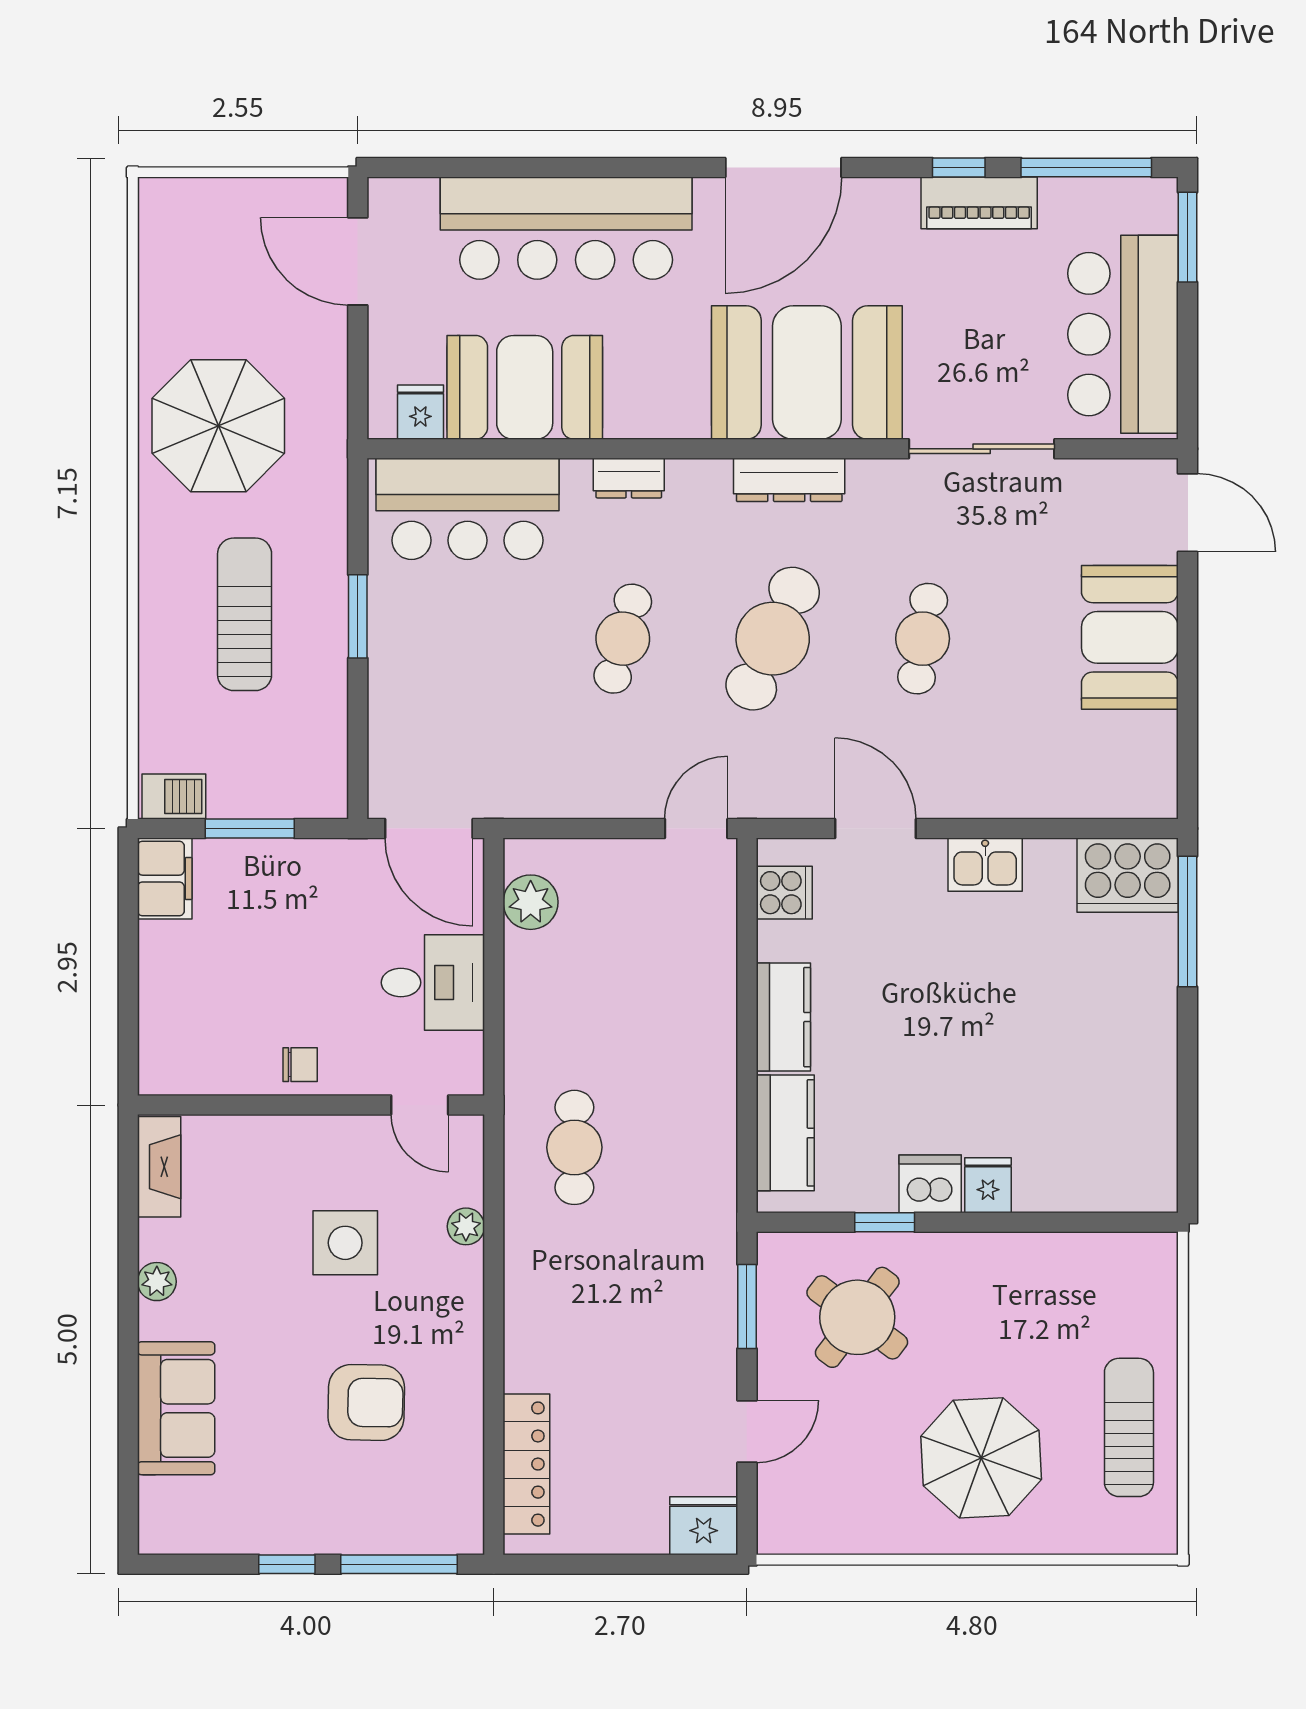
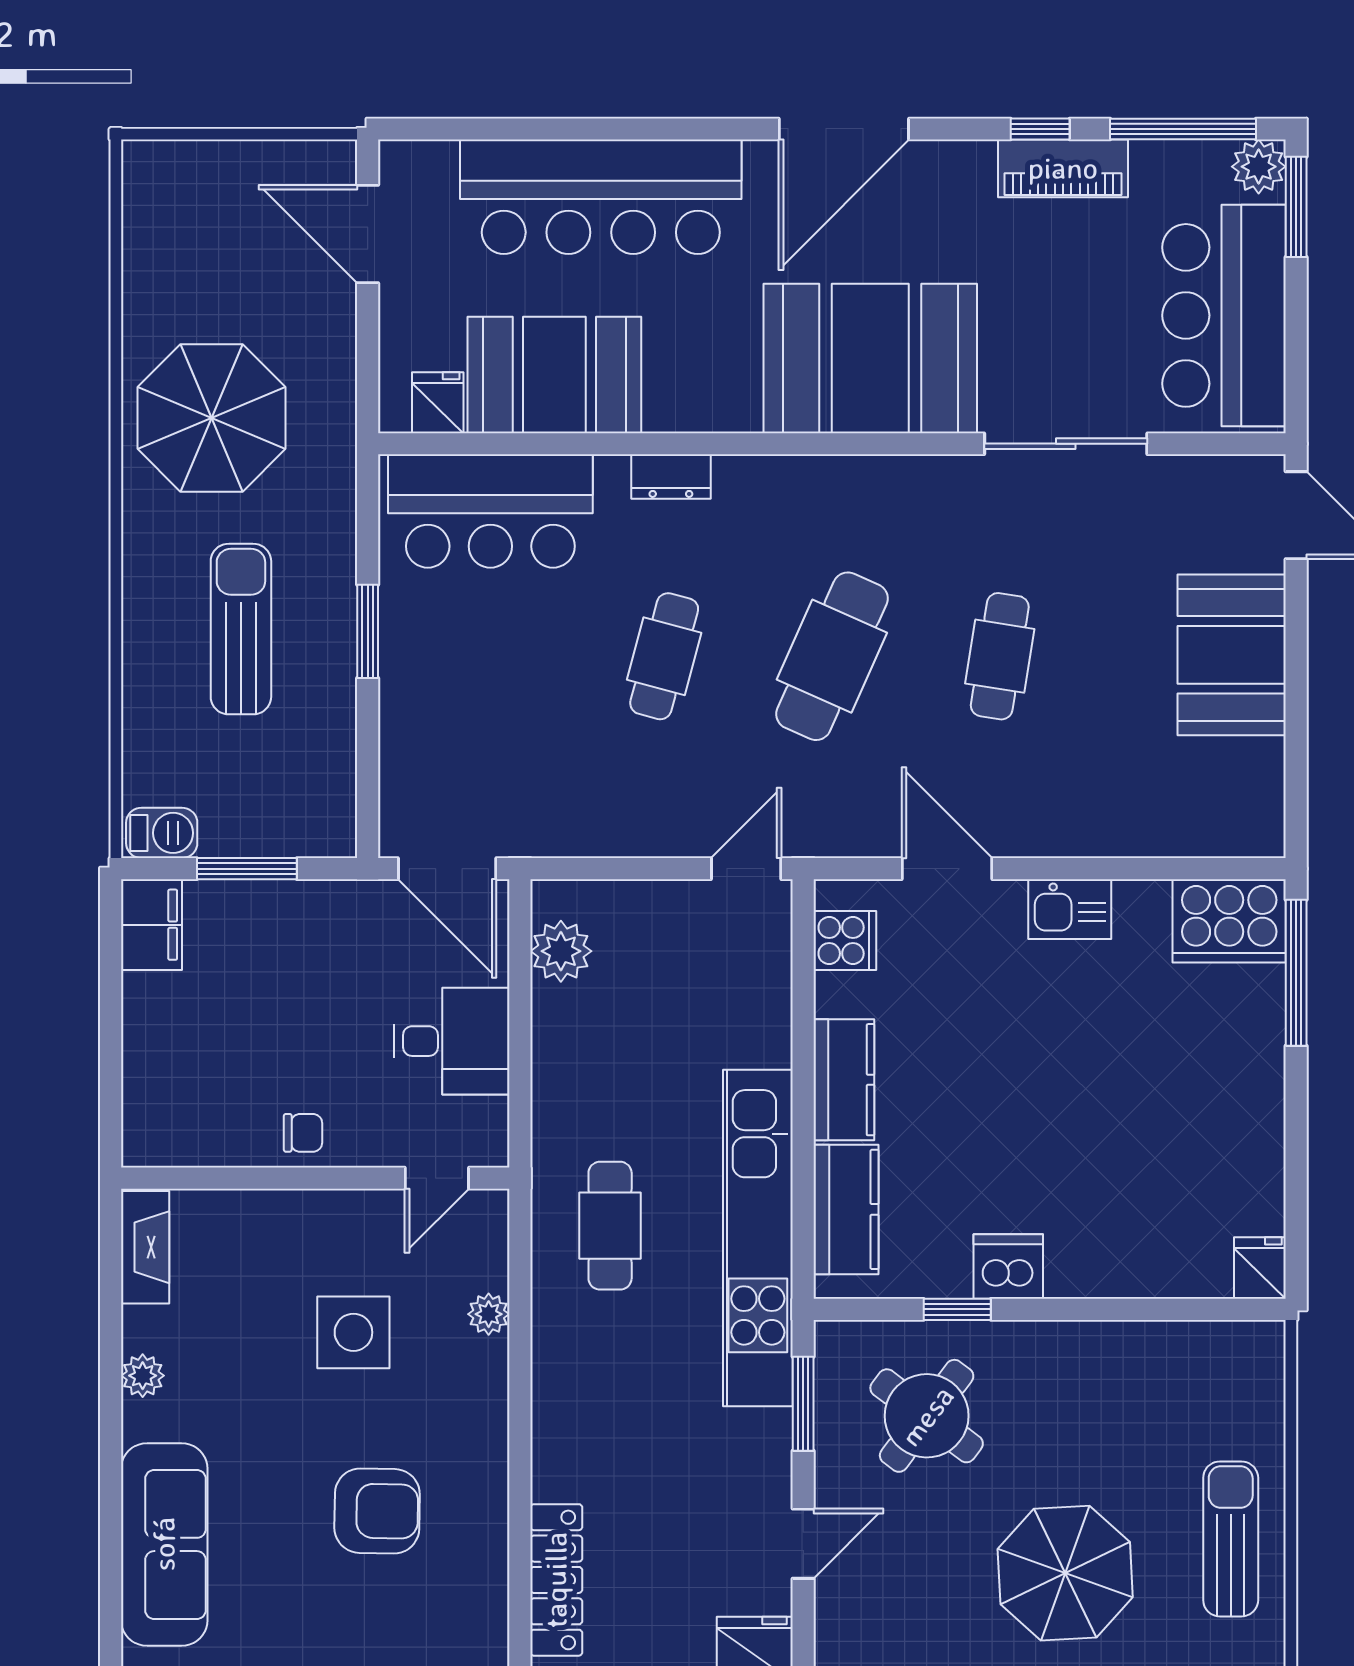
plant: (1154, 201) -> (1259, 167), added
dresser: (789, 480) -> (850, 479), removed
door: (420, 1105) -> (437, 1178), hinge flipped
kitchen unit: (706, 1159) -> (758, 1238), added
fridge: (988, 1185) -> (1260, 1268), moved
sofa: (176, 1408) -> (164, 1544), width x1.36

